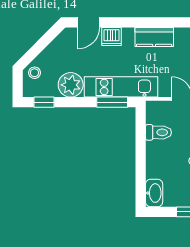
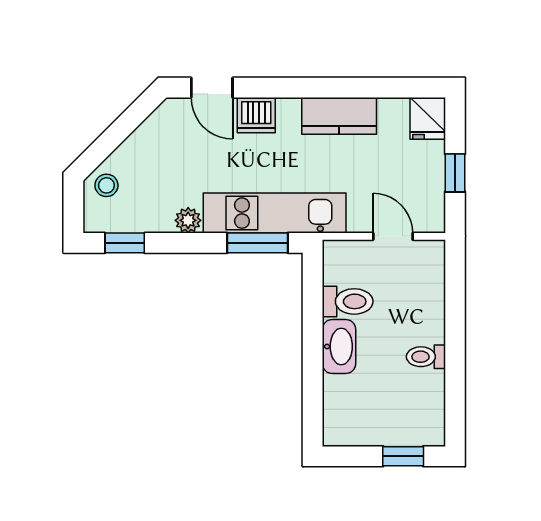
door: (89, 22) -> (212, 88), hinge flipped
plant: (71, 85) -> (188, 220), width x0.53, depth x0.53
washbasin: (154, 193) -> (339, 347), moved

